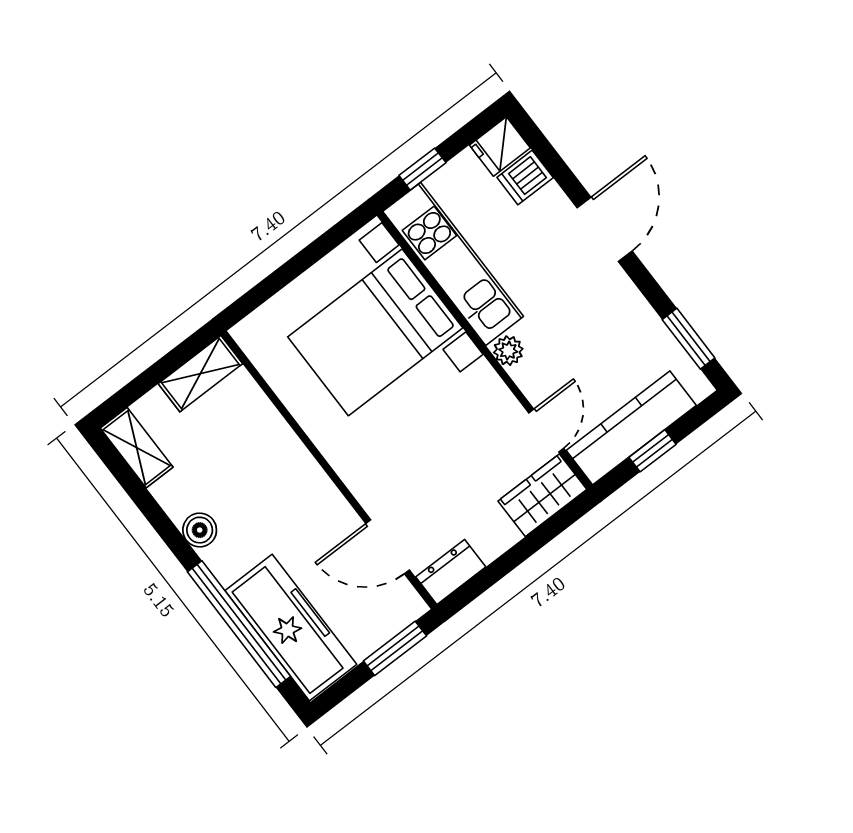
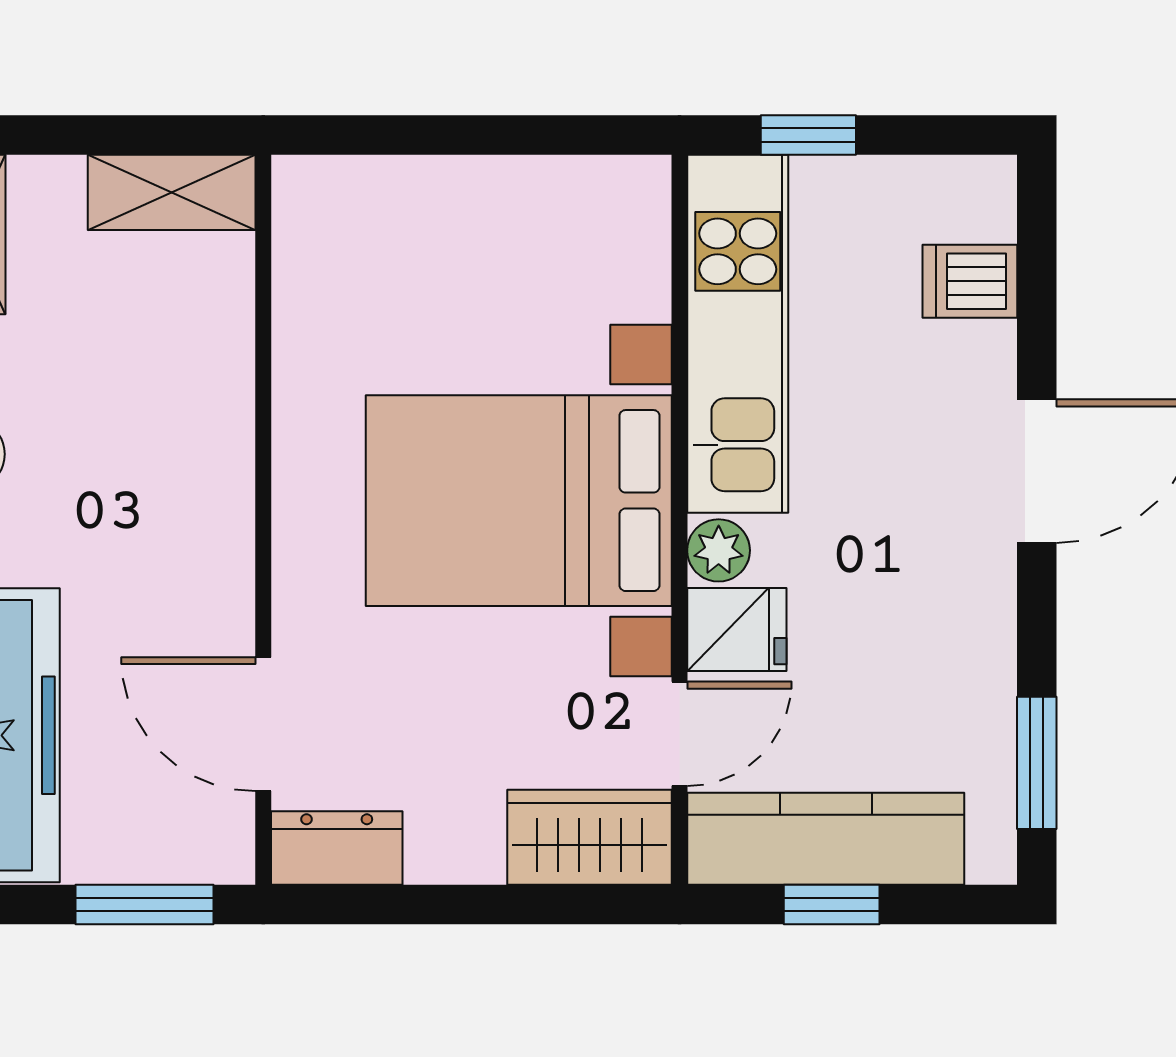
fridge: (500, 146) -> (737, 630), moved, turned 180
bed with nightstands: (375, 332) -> (519, 501), moved

